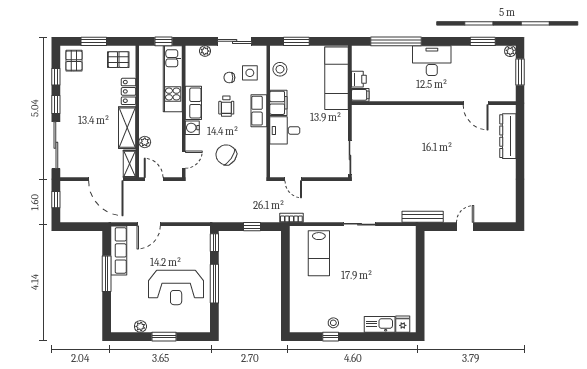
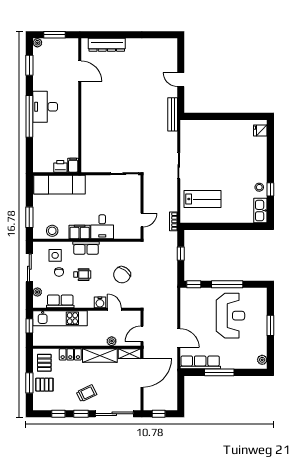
window: (396, 41) -> (29, 116), moved
pallet: (74, 61) -> (44, 385), moved
row of seats: (193, 103) -> (60, 301), moved
door: (476, 103) -> (80, 71), hinge flipped
trolley: (81, 111) -> (87, 393), added
door: (184, 160) -> (114, 309), moved
kitchen sink: (380, 324) -> (260, 211), moved
plant: (140, 326) -> (262, 360), moved

